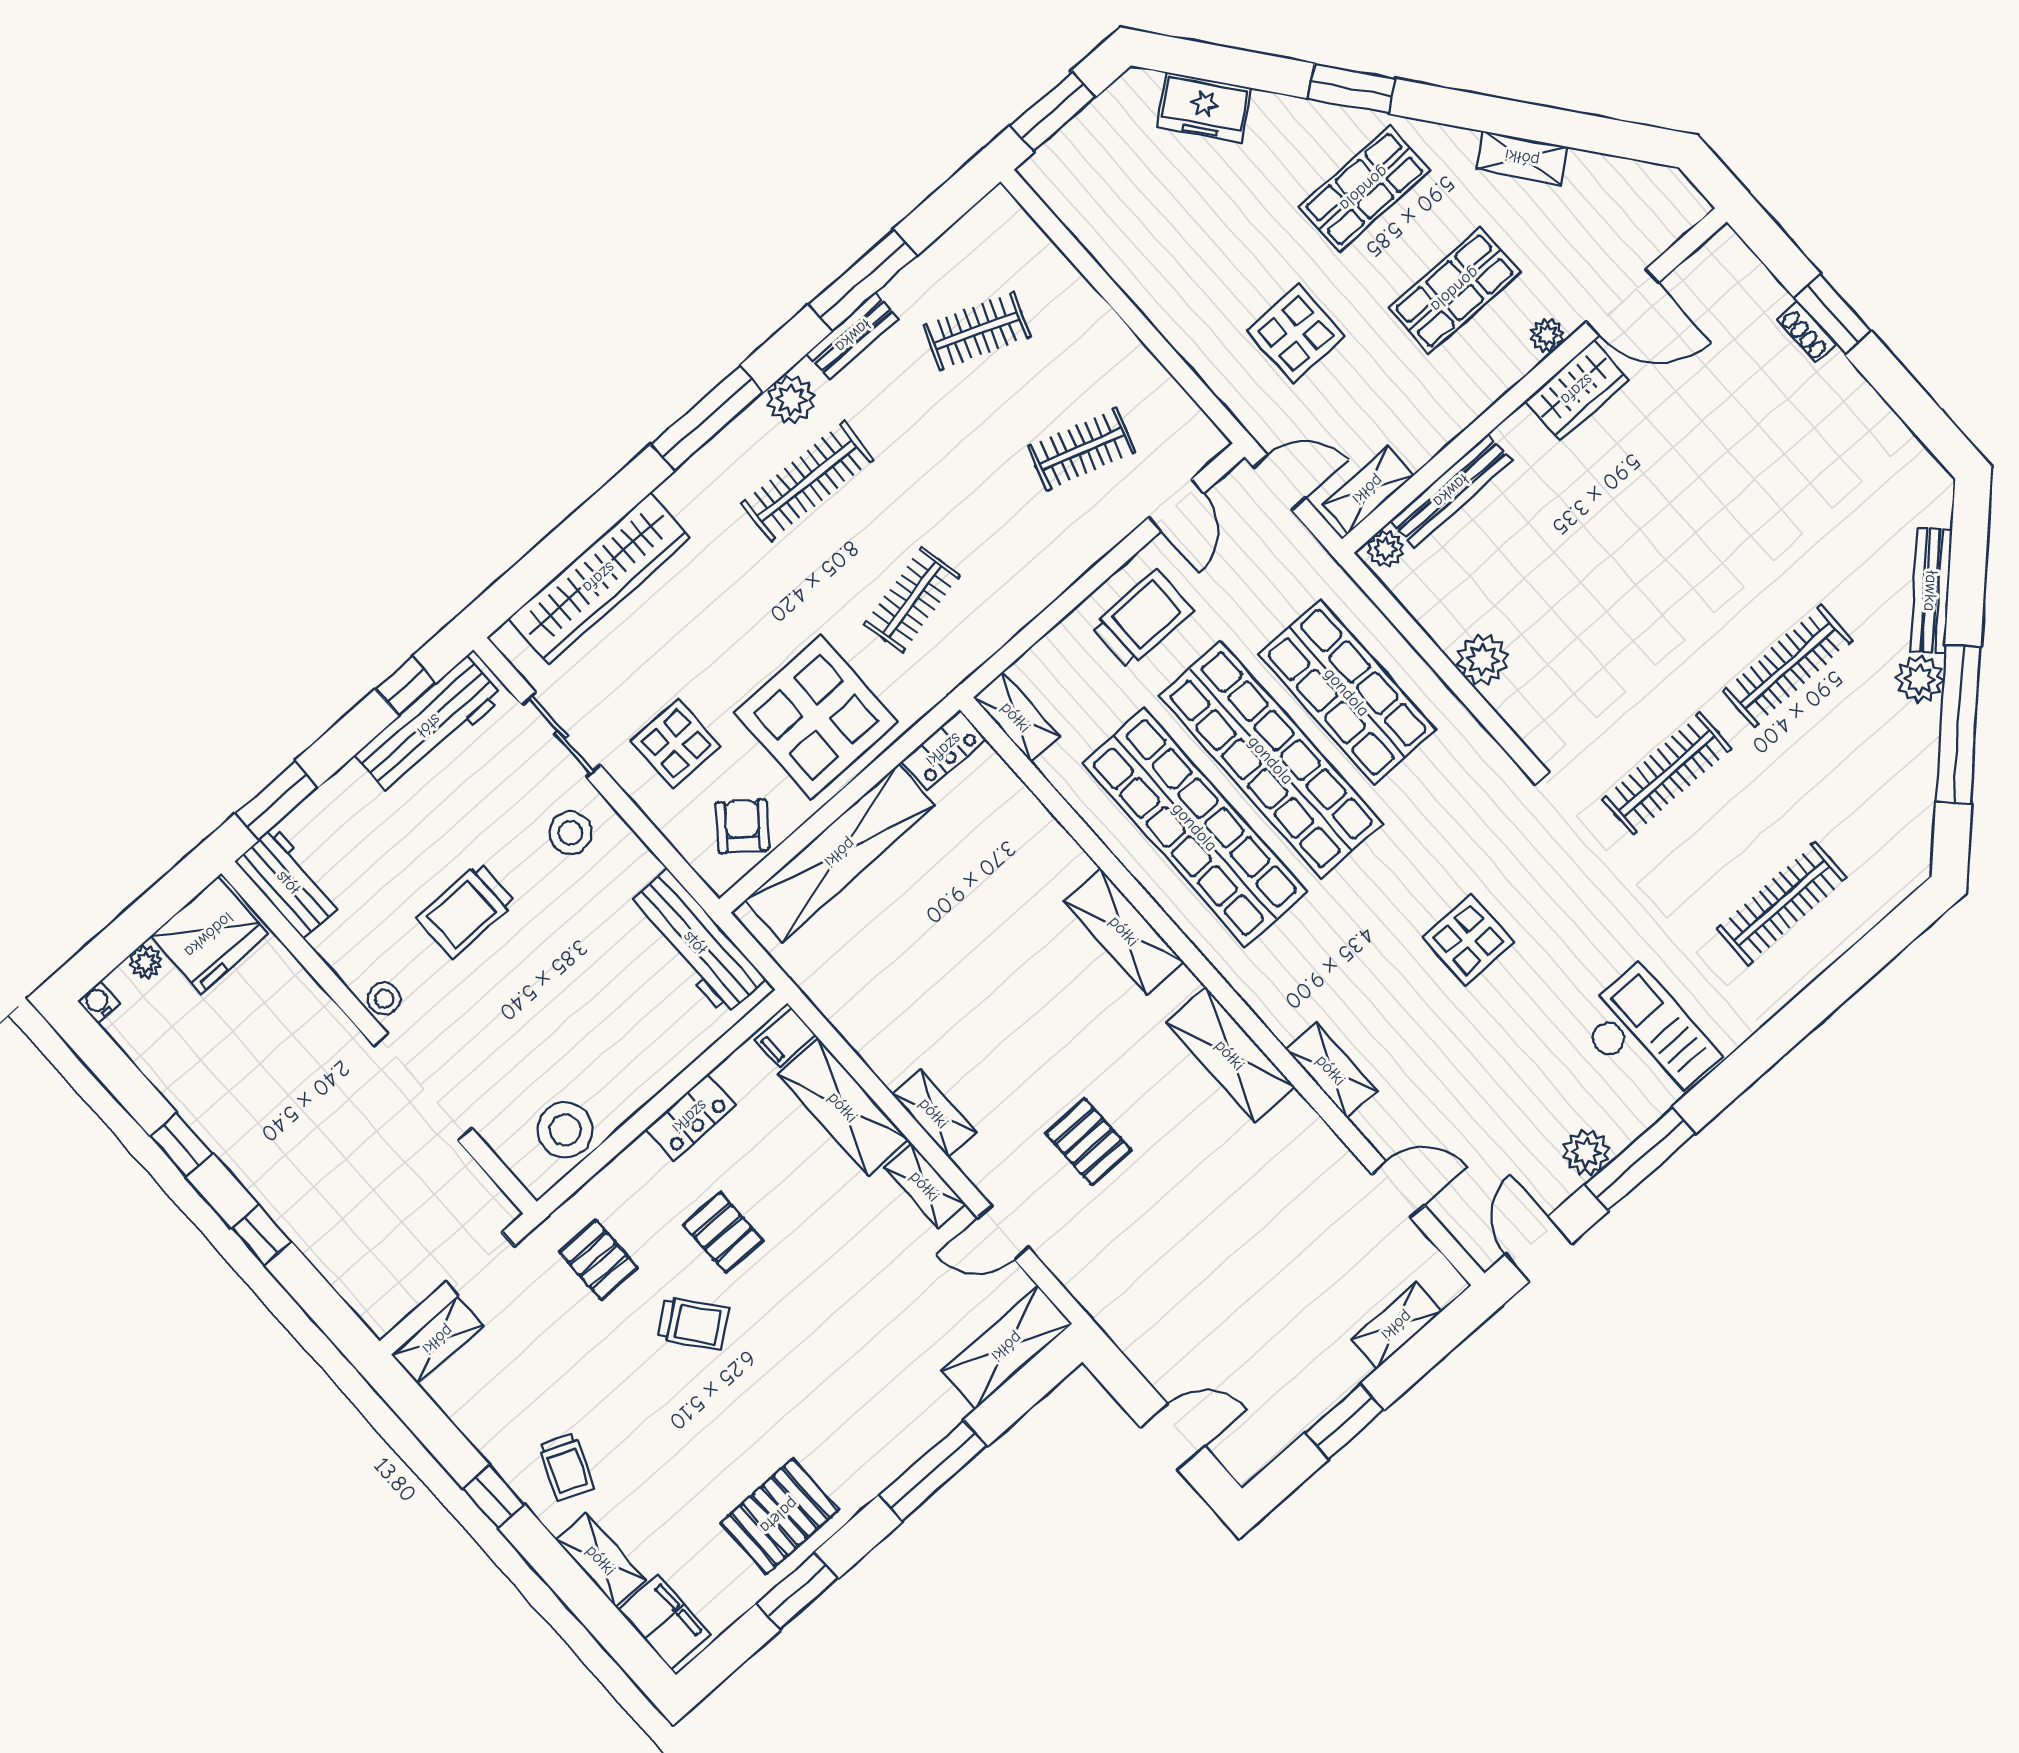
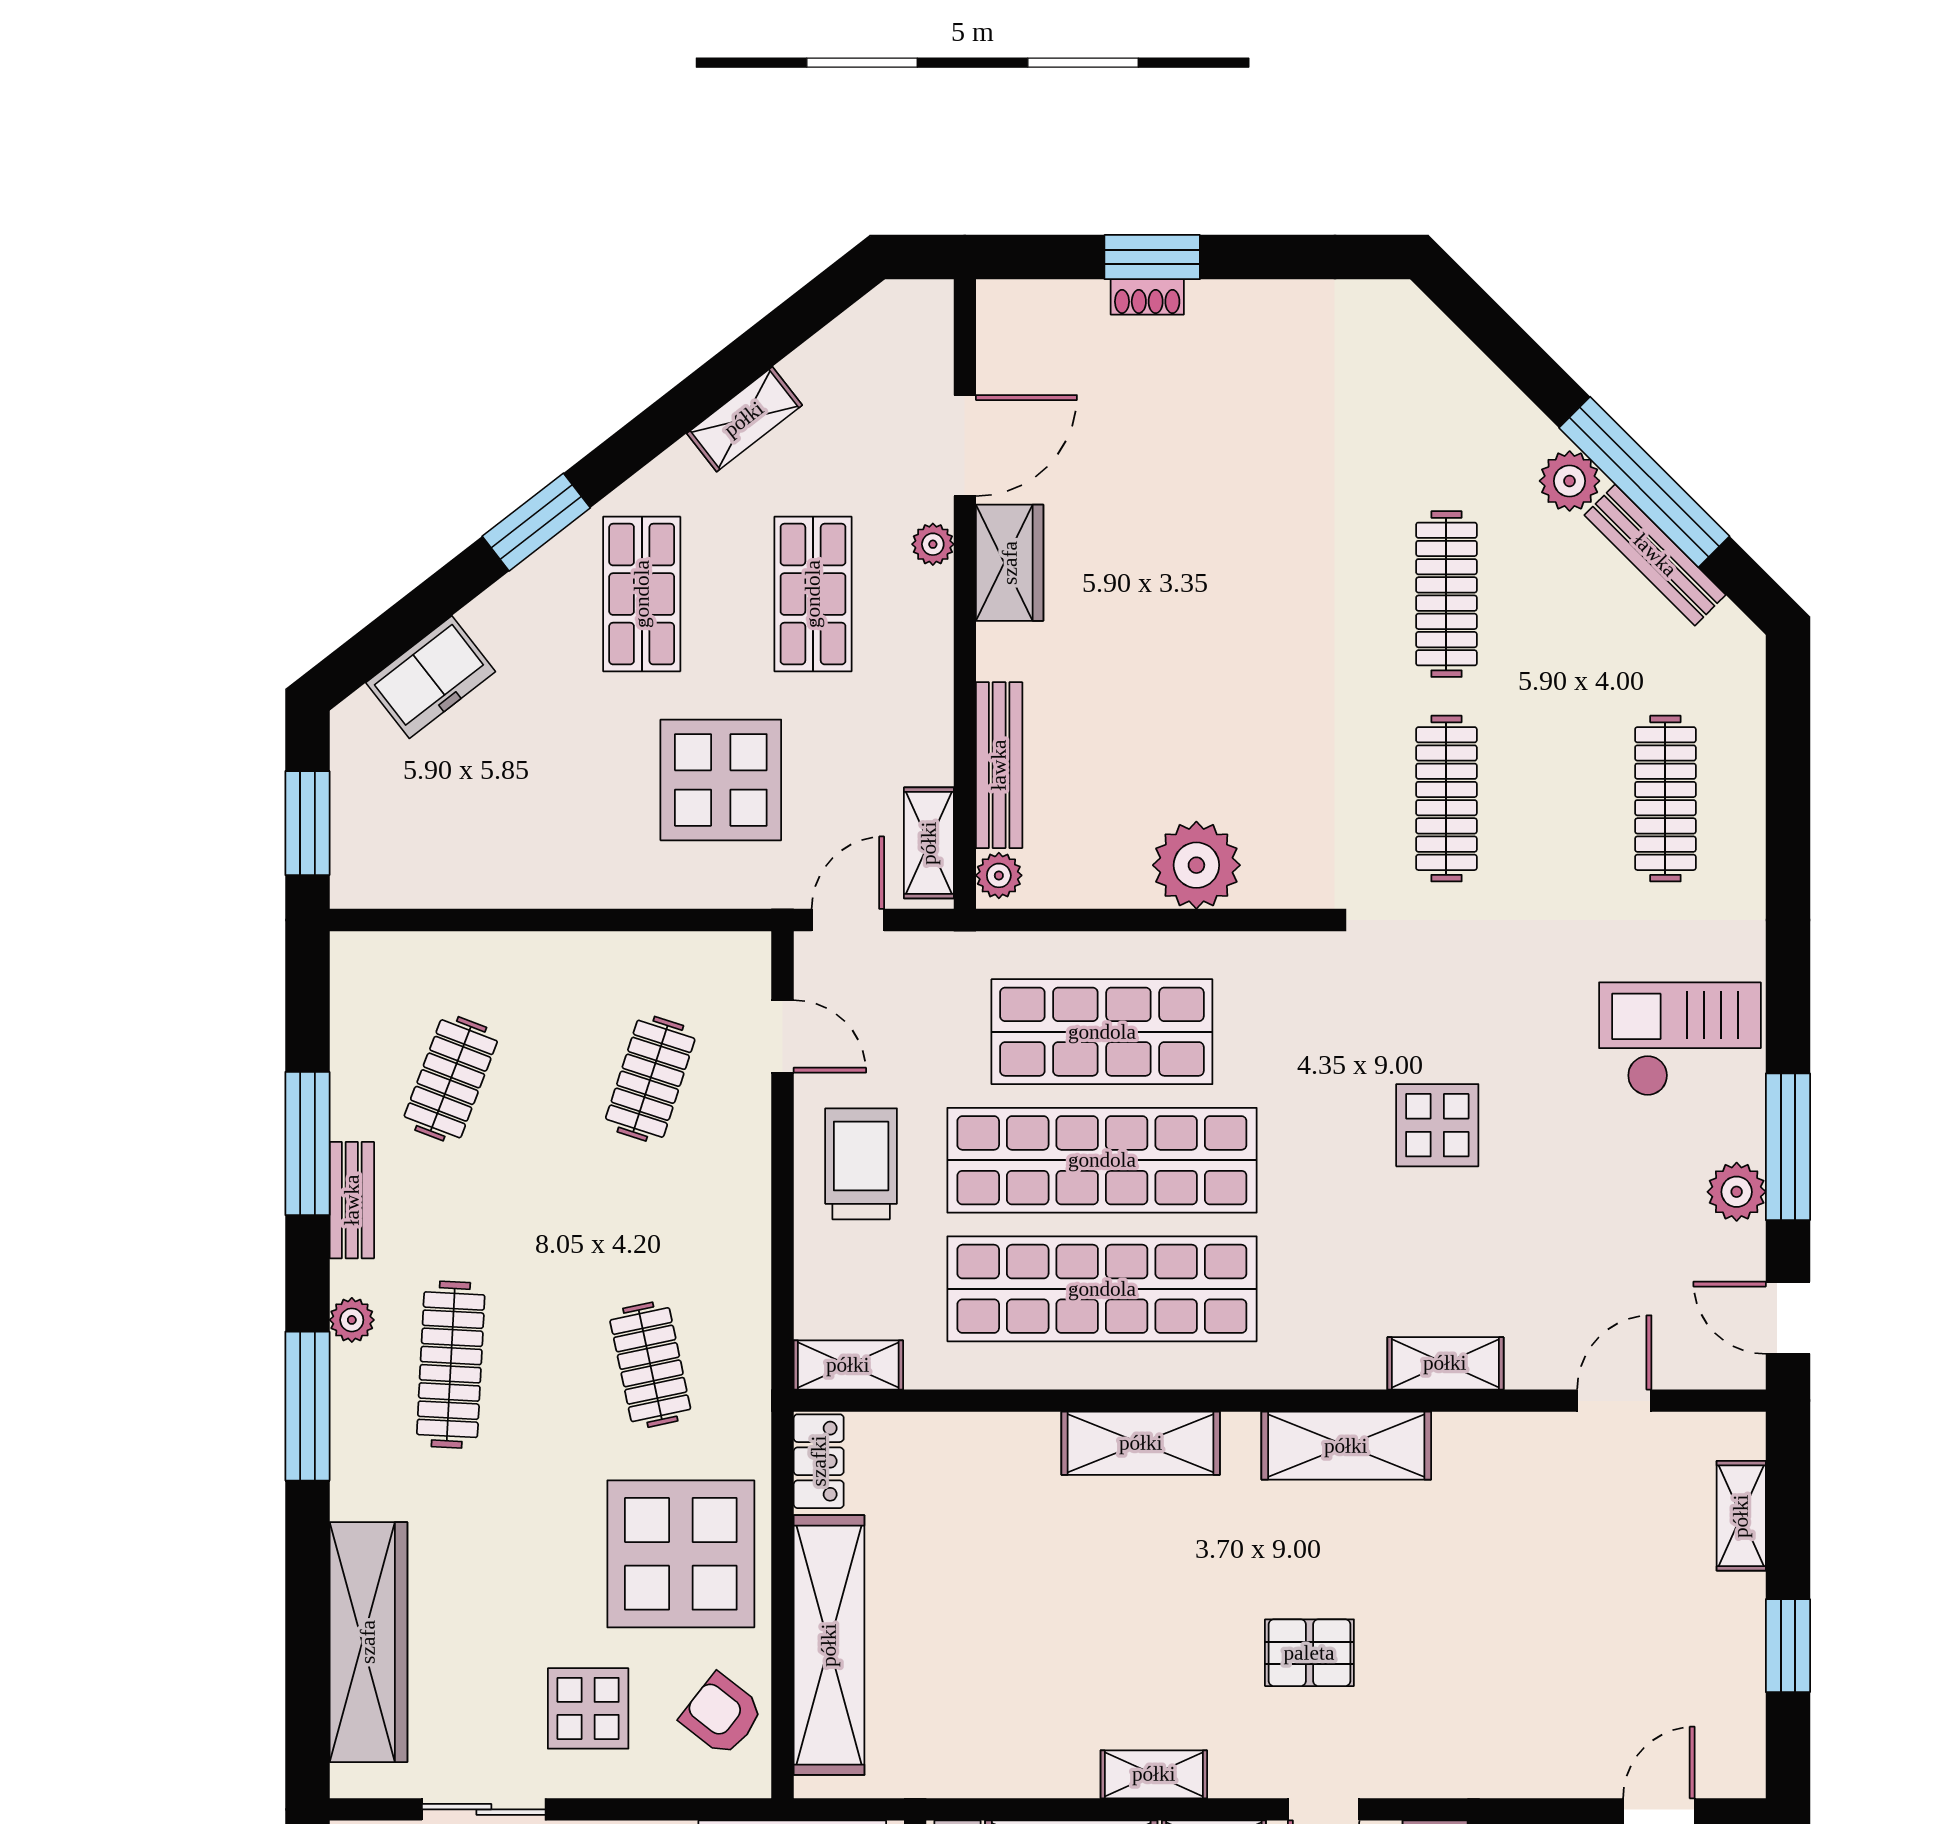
display table: (1296, 334) -> (721, 780), width x1.36, depth x1.36
plant: (791, 400) -> (352, 1320), width x0.73, depth x0.73
bench: (1931, 591) -> (1655, 555), moved
plant: (1483, 660) -> (1196, 865), width x1.36, depth x1.36

